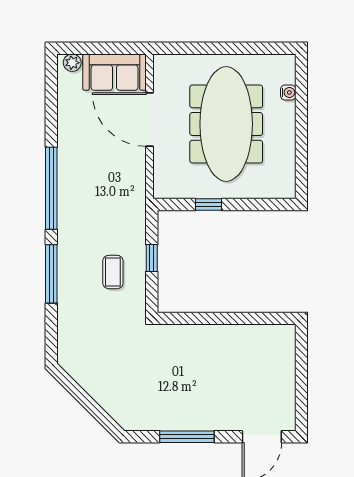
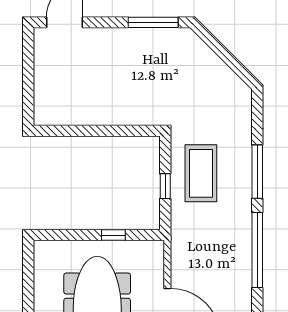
coffee table: (113, 272) -> (201, 173), width x1.86, depth x1.72
window: (187, 437) -> (153, 22), moved

